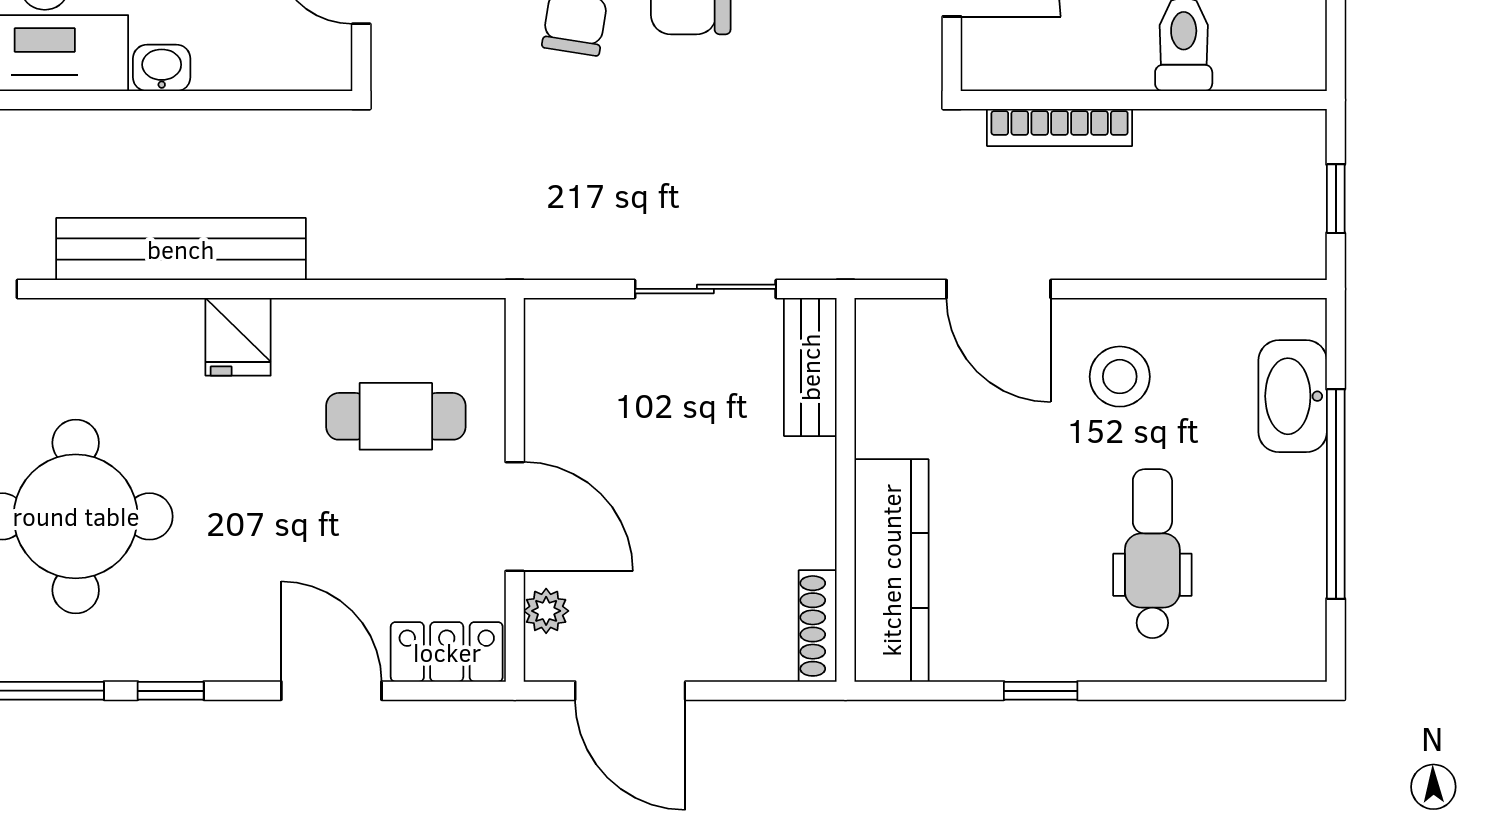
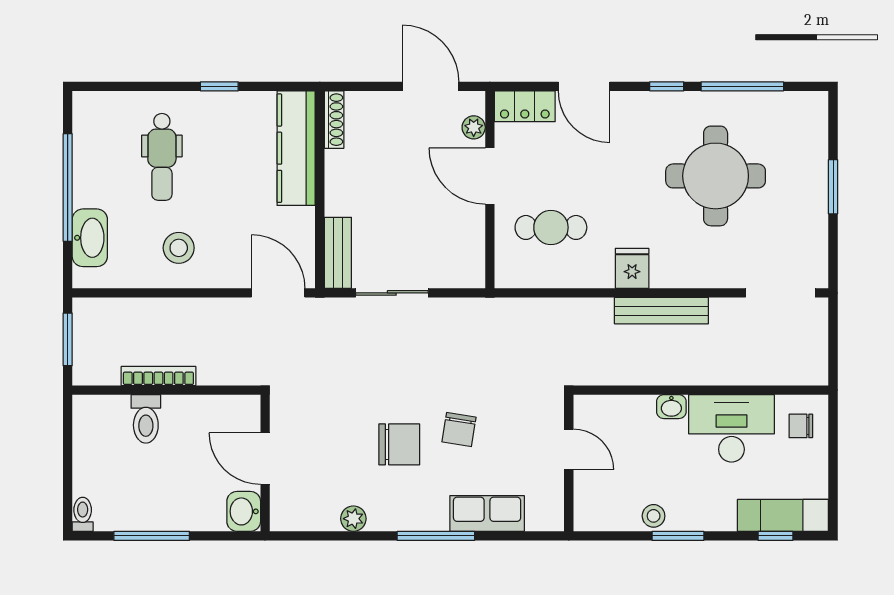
bookcase: (1060, 127) -> (158, 376), moved
window: (1336, 199) -> (68, 339), width x1.50
bench: (181, 249) -> (661, 311), width x0.73, depth x0.82
door: (999, 289) -> (278, 293), moved

